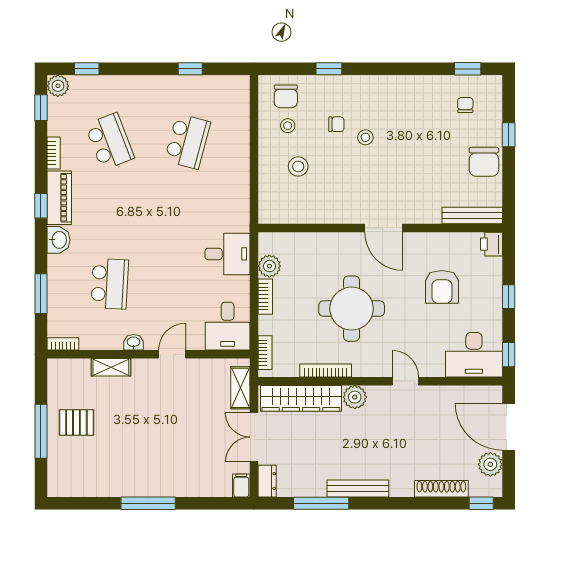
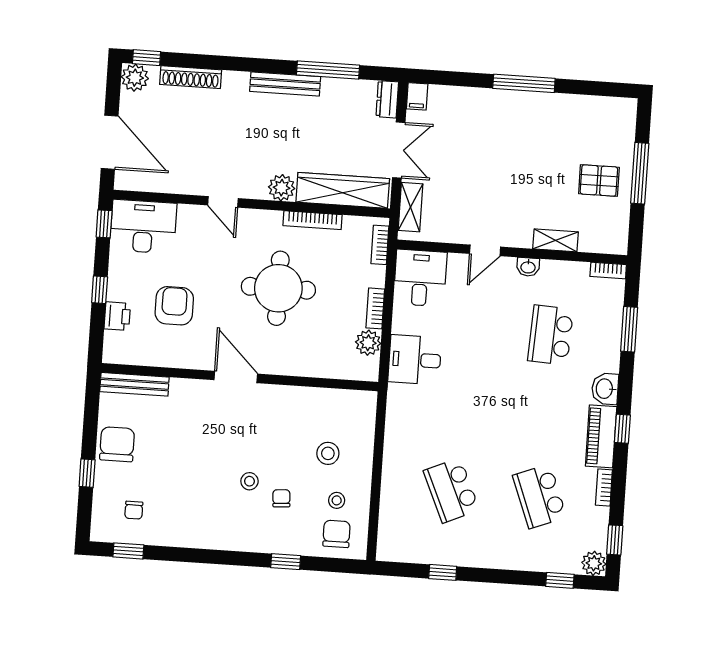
chair: (336, 124) -> (281, 498), turned 86
school desk: (187, 141) -> (451, 490), turned -39
printer: (491, 244) -> (117, 316), moved
plant: (490, 464) -> (135, 78), moved

